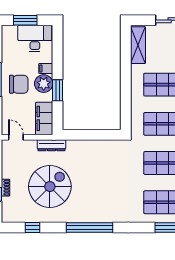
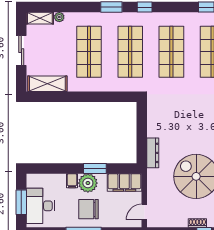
desk: (35, 38) -> (40, 206), moved
chair: (19, 84) -> (89, 209), turned -90
dresser: (51, 145) -> (153, 153), moved

